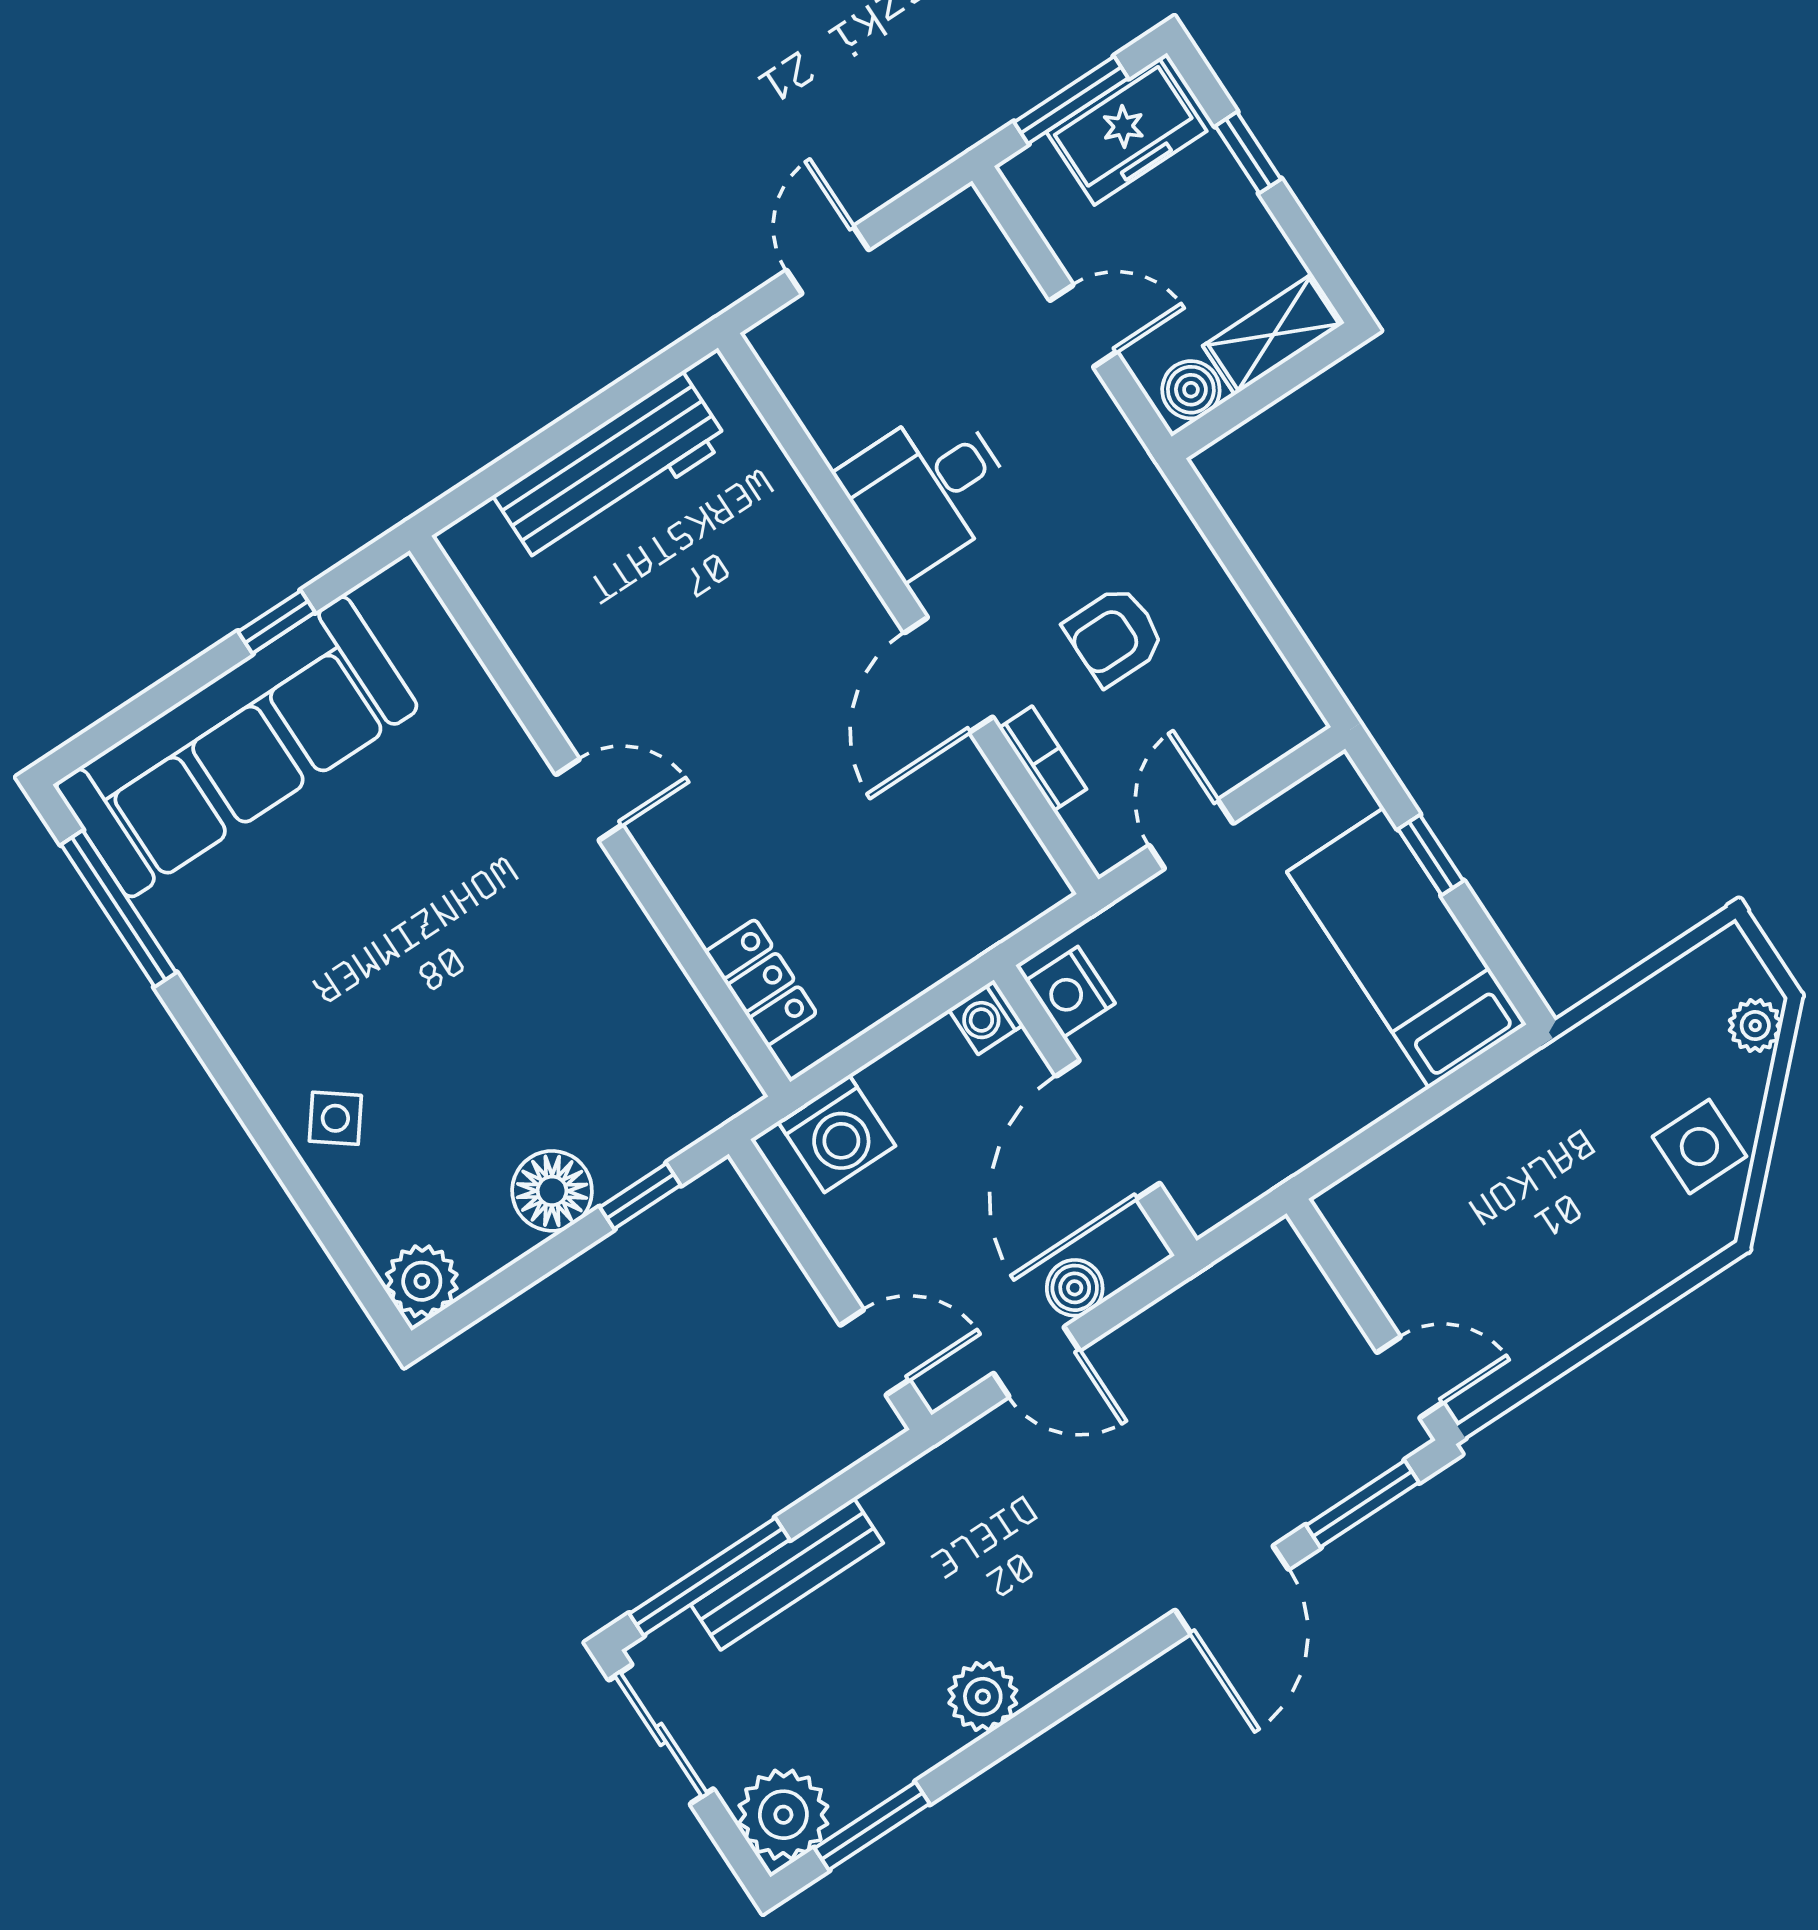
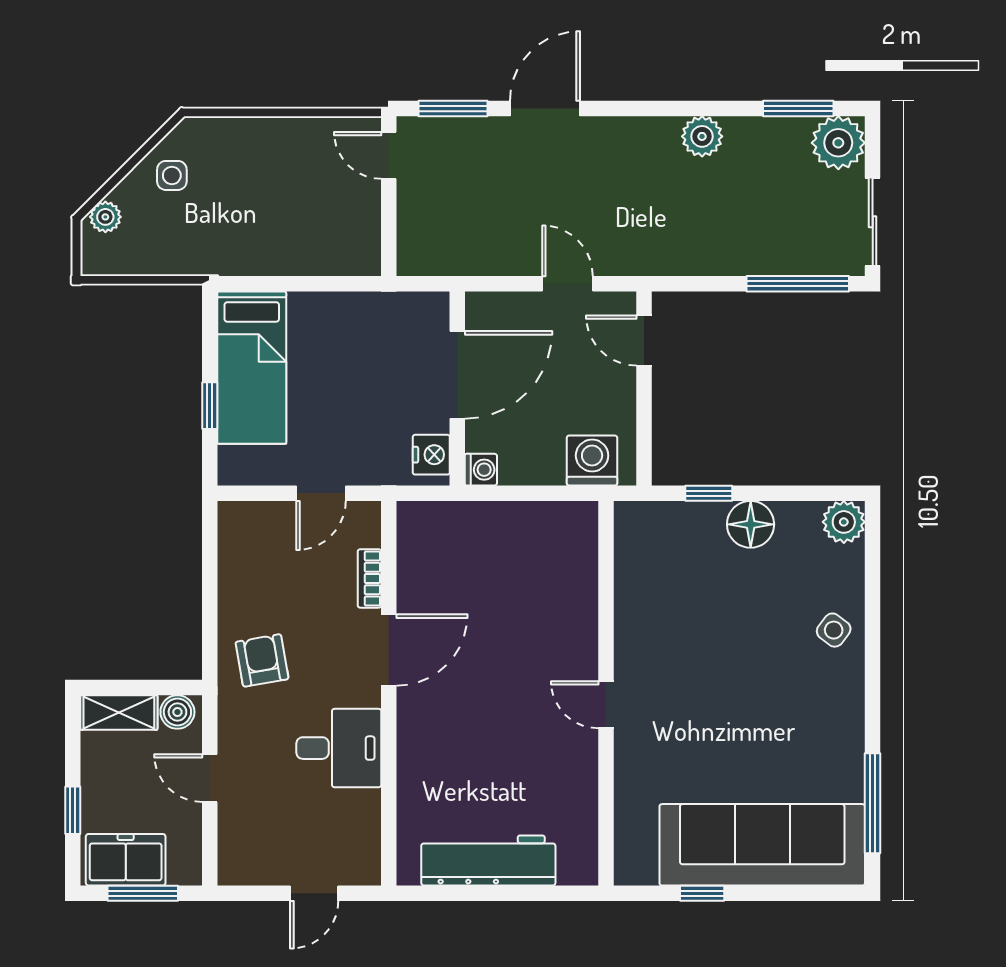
armchair: (1114, 636) -> (262, 660), moved, turned -100
locker: (761, 983) -> (581, 559), removed
side table: (1699, 1147) -> (172, 175), width x0.73, depth x0.73
boiler: (1075, 1288) -> (525, 308), removed
bench: (787, 1574) -> (759, 260), removed

